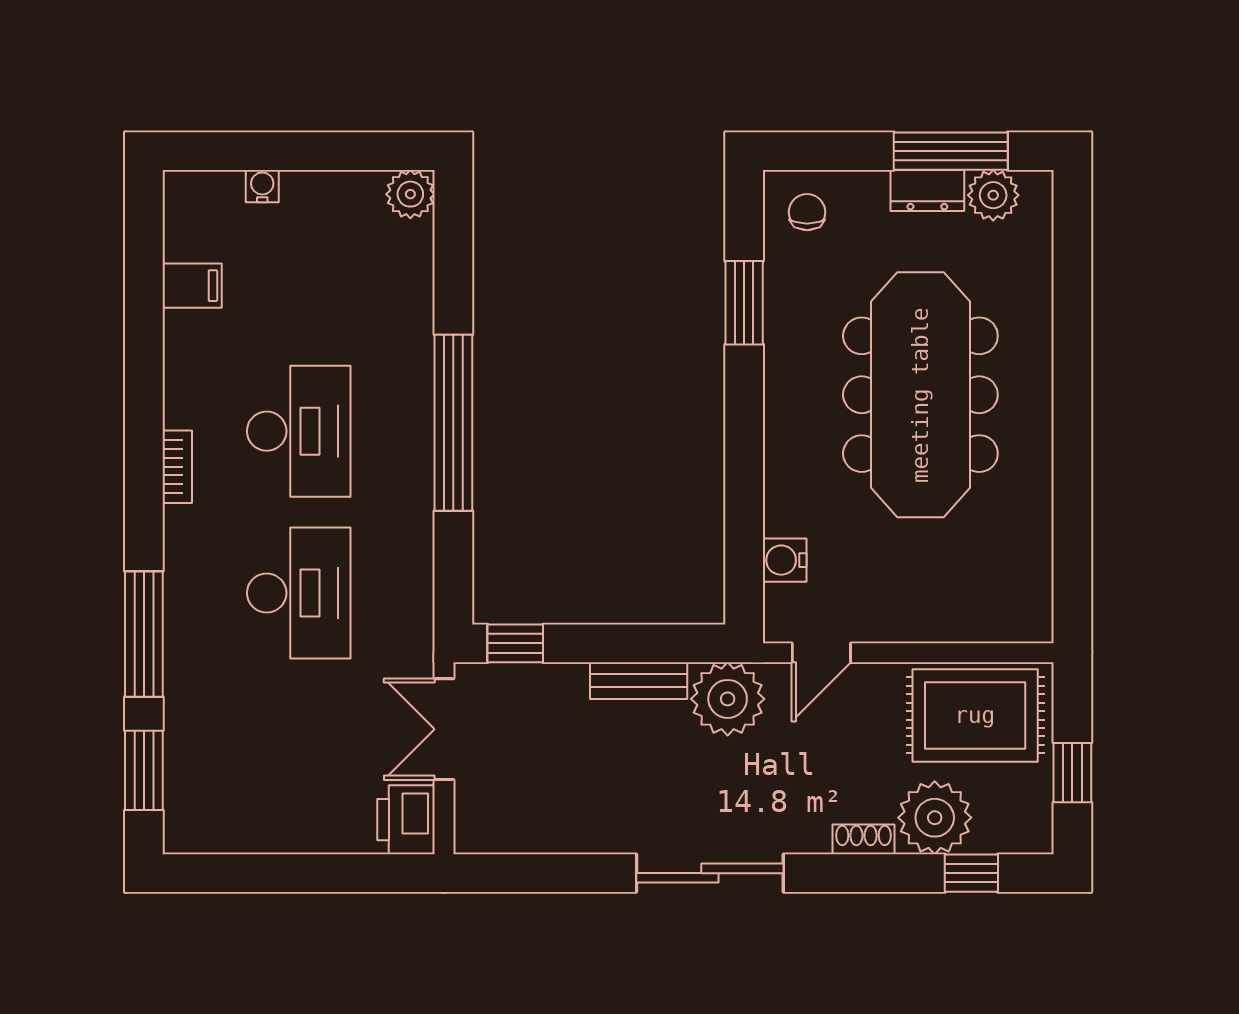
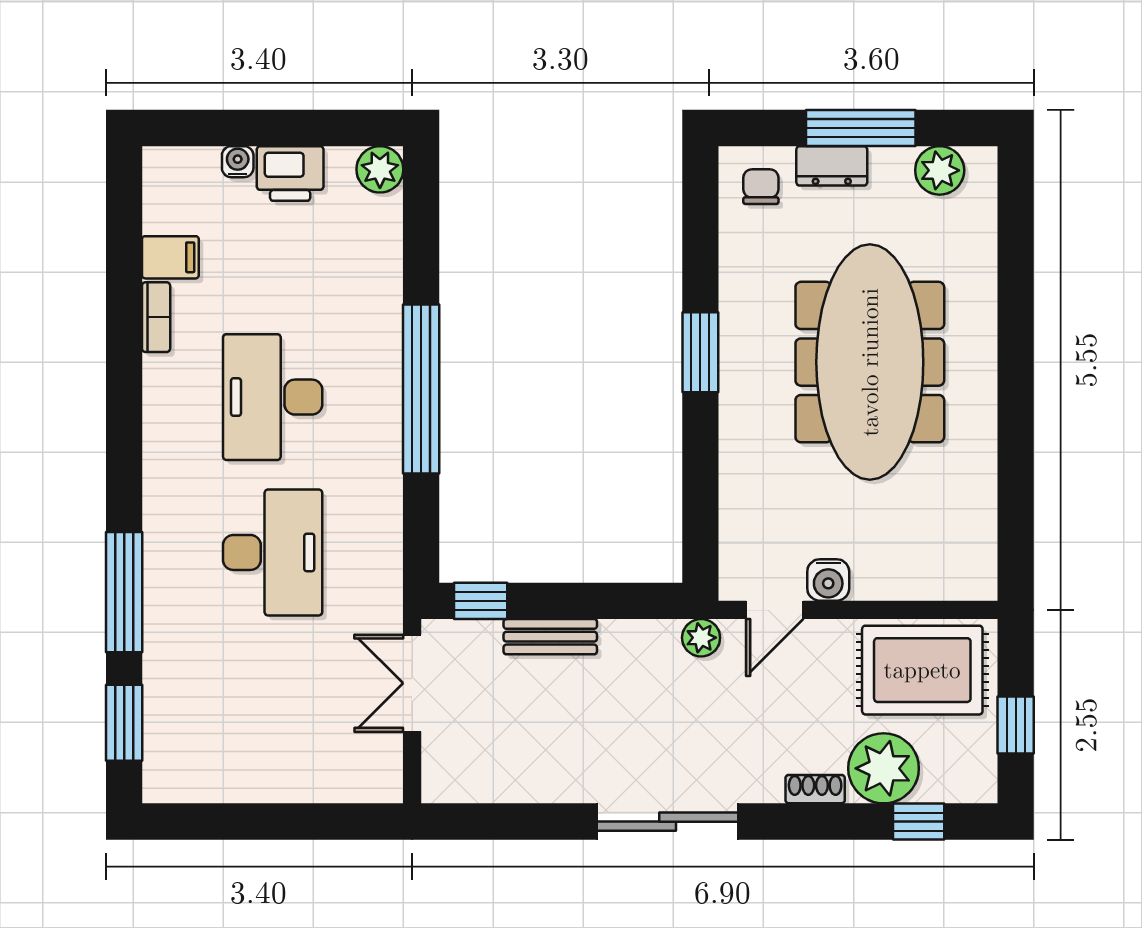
window: (951, 151) -> (861, 128), moved
dresser: (927, 190) -> (832, 166), moved
window: (744, 303) -> (700, 352), moved
desk: (299, 431) -> (273, 397), turned 180
bookcase: (177, 467) -> (156, 317), moved
water cooler: (785, 560) -> (828, 580), moved, turned -90
bench: (639, 681) -> (550, 637), moved
plant: (728, 699) -> (701, 638), width x0.53, depth x0.53
printer: (406, 820) -> (290, 174), moved, turned -90

